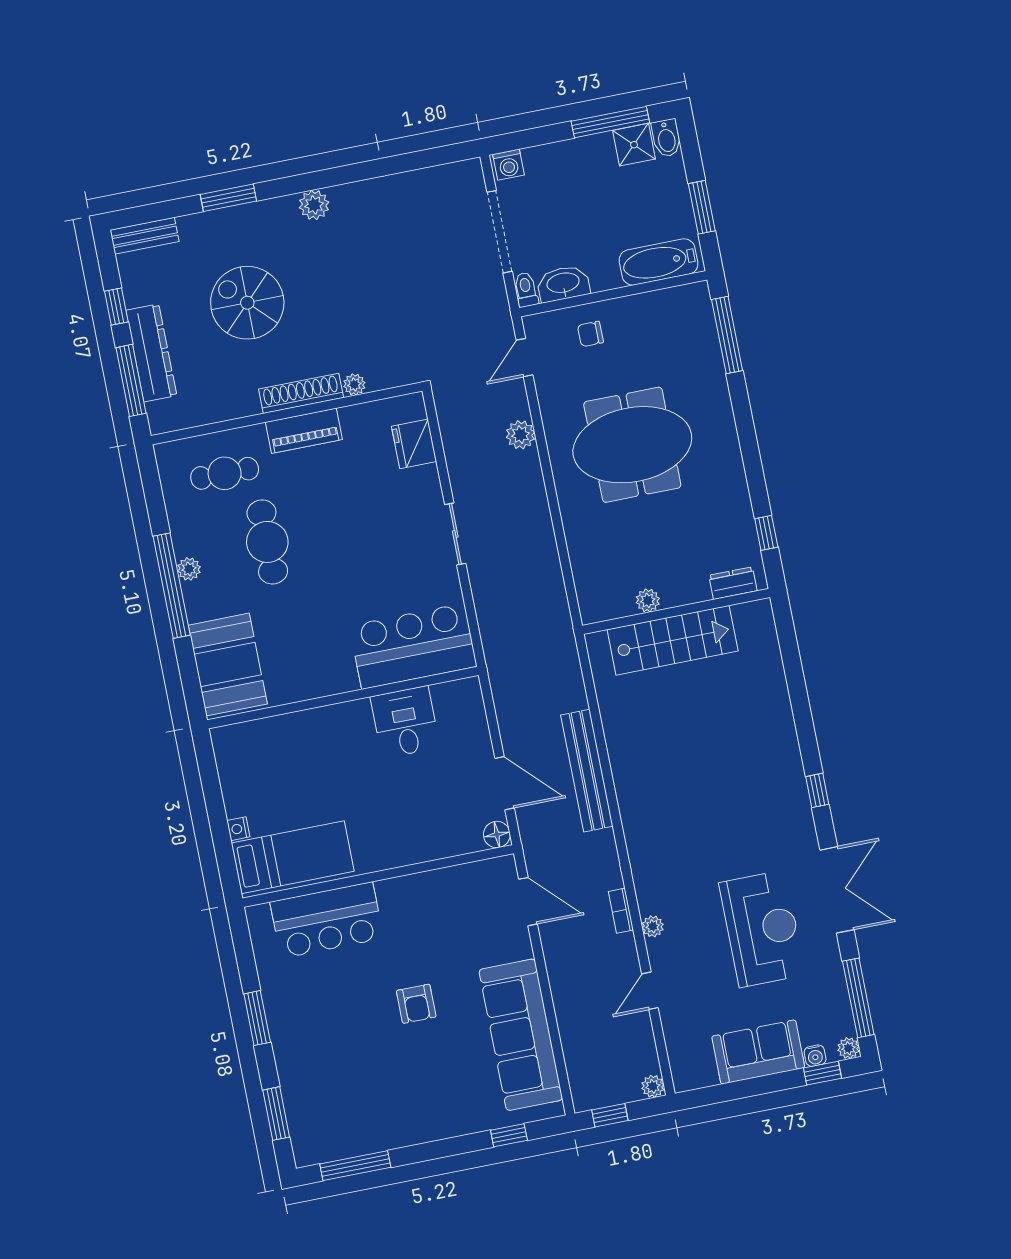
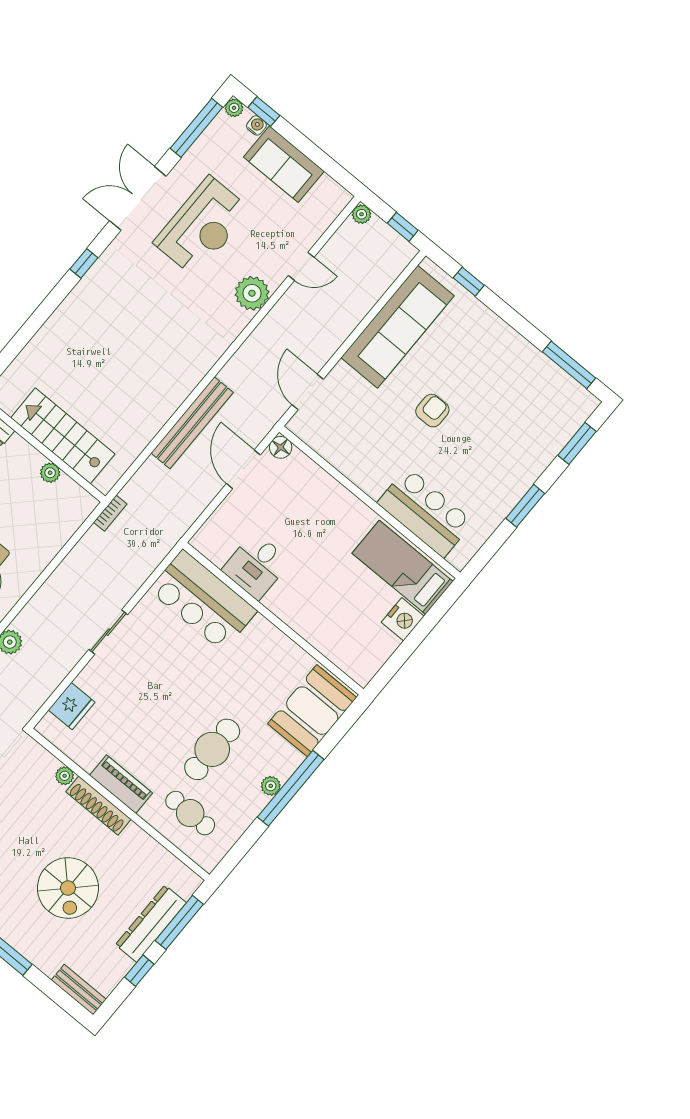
nightstand: (238, 829) -> (403, 619), width x1.89, depth x1.79
bookcase: (621, 911) -> (110, 513), moved
plant: (653, 926) -> (252, 293), width x1.88, depth x1.88
reception desk: (762, 929) -> (202, 226), turned 180

